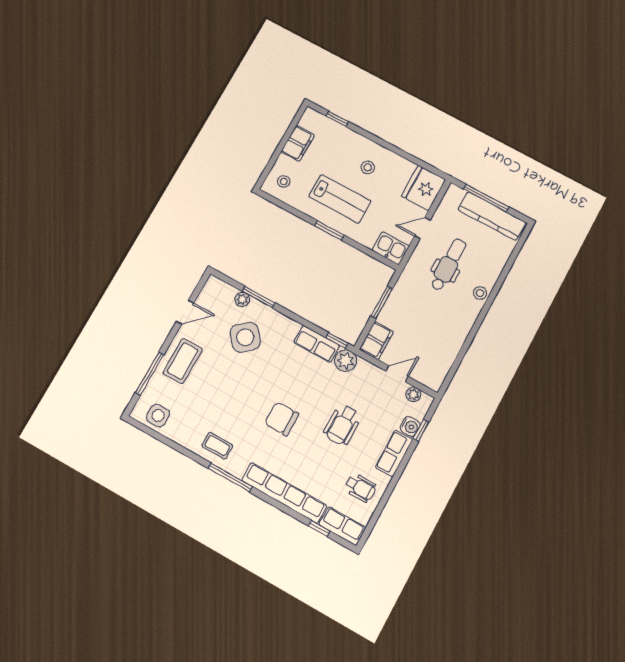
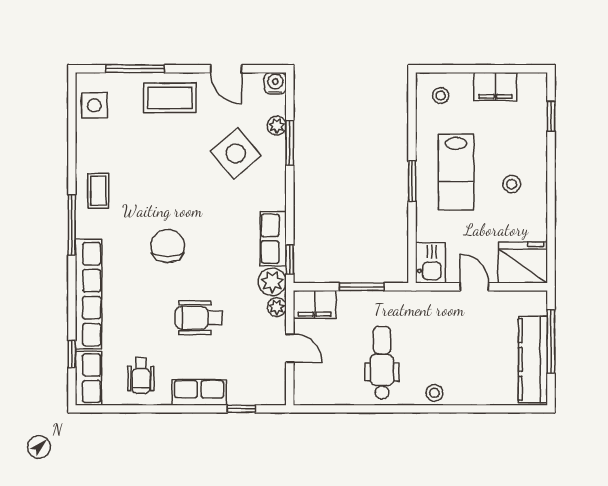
dental chair: (448, 265) -> (382, 363), moved, turned -90
plant: (413, 394) -> (277, 307), moved
water cooler: (410, 426) -> (275, 83), moved, turned 180

